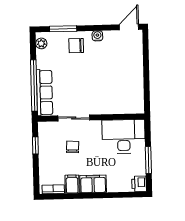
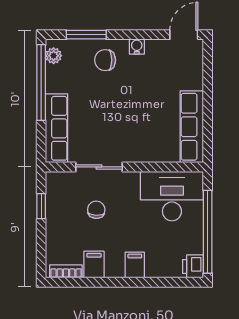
window: (34, 85) -> (41, 83), moved
row of seats: (136, 89) -> (192, 127), added
window: (148, 160) -> (208, 232), width x2.11
filing cabinet: (93, 184) -> (135, 265), width x0.50

